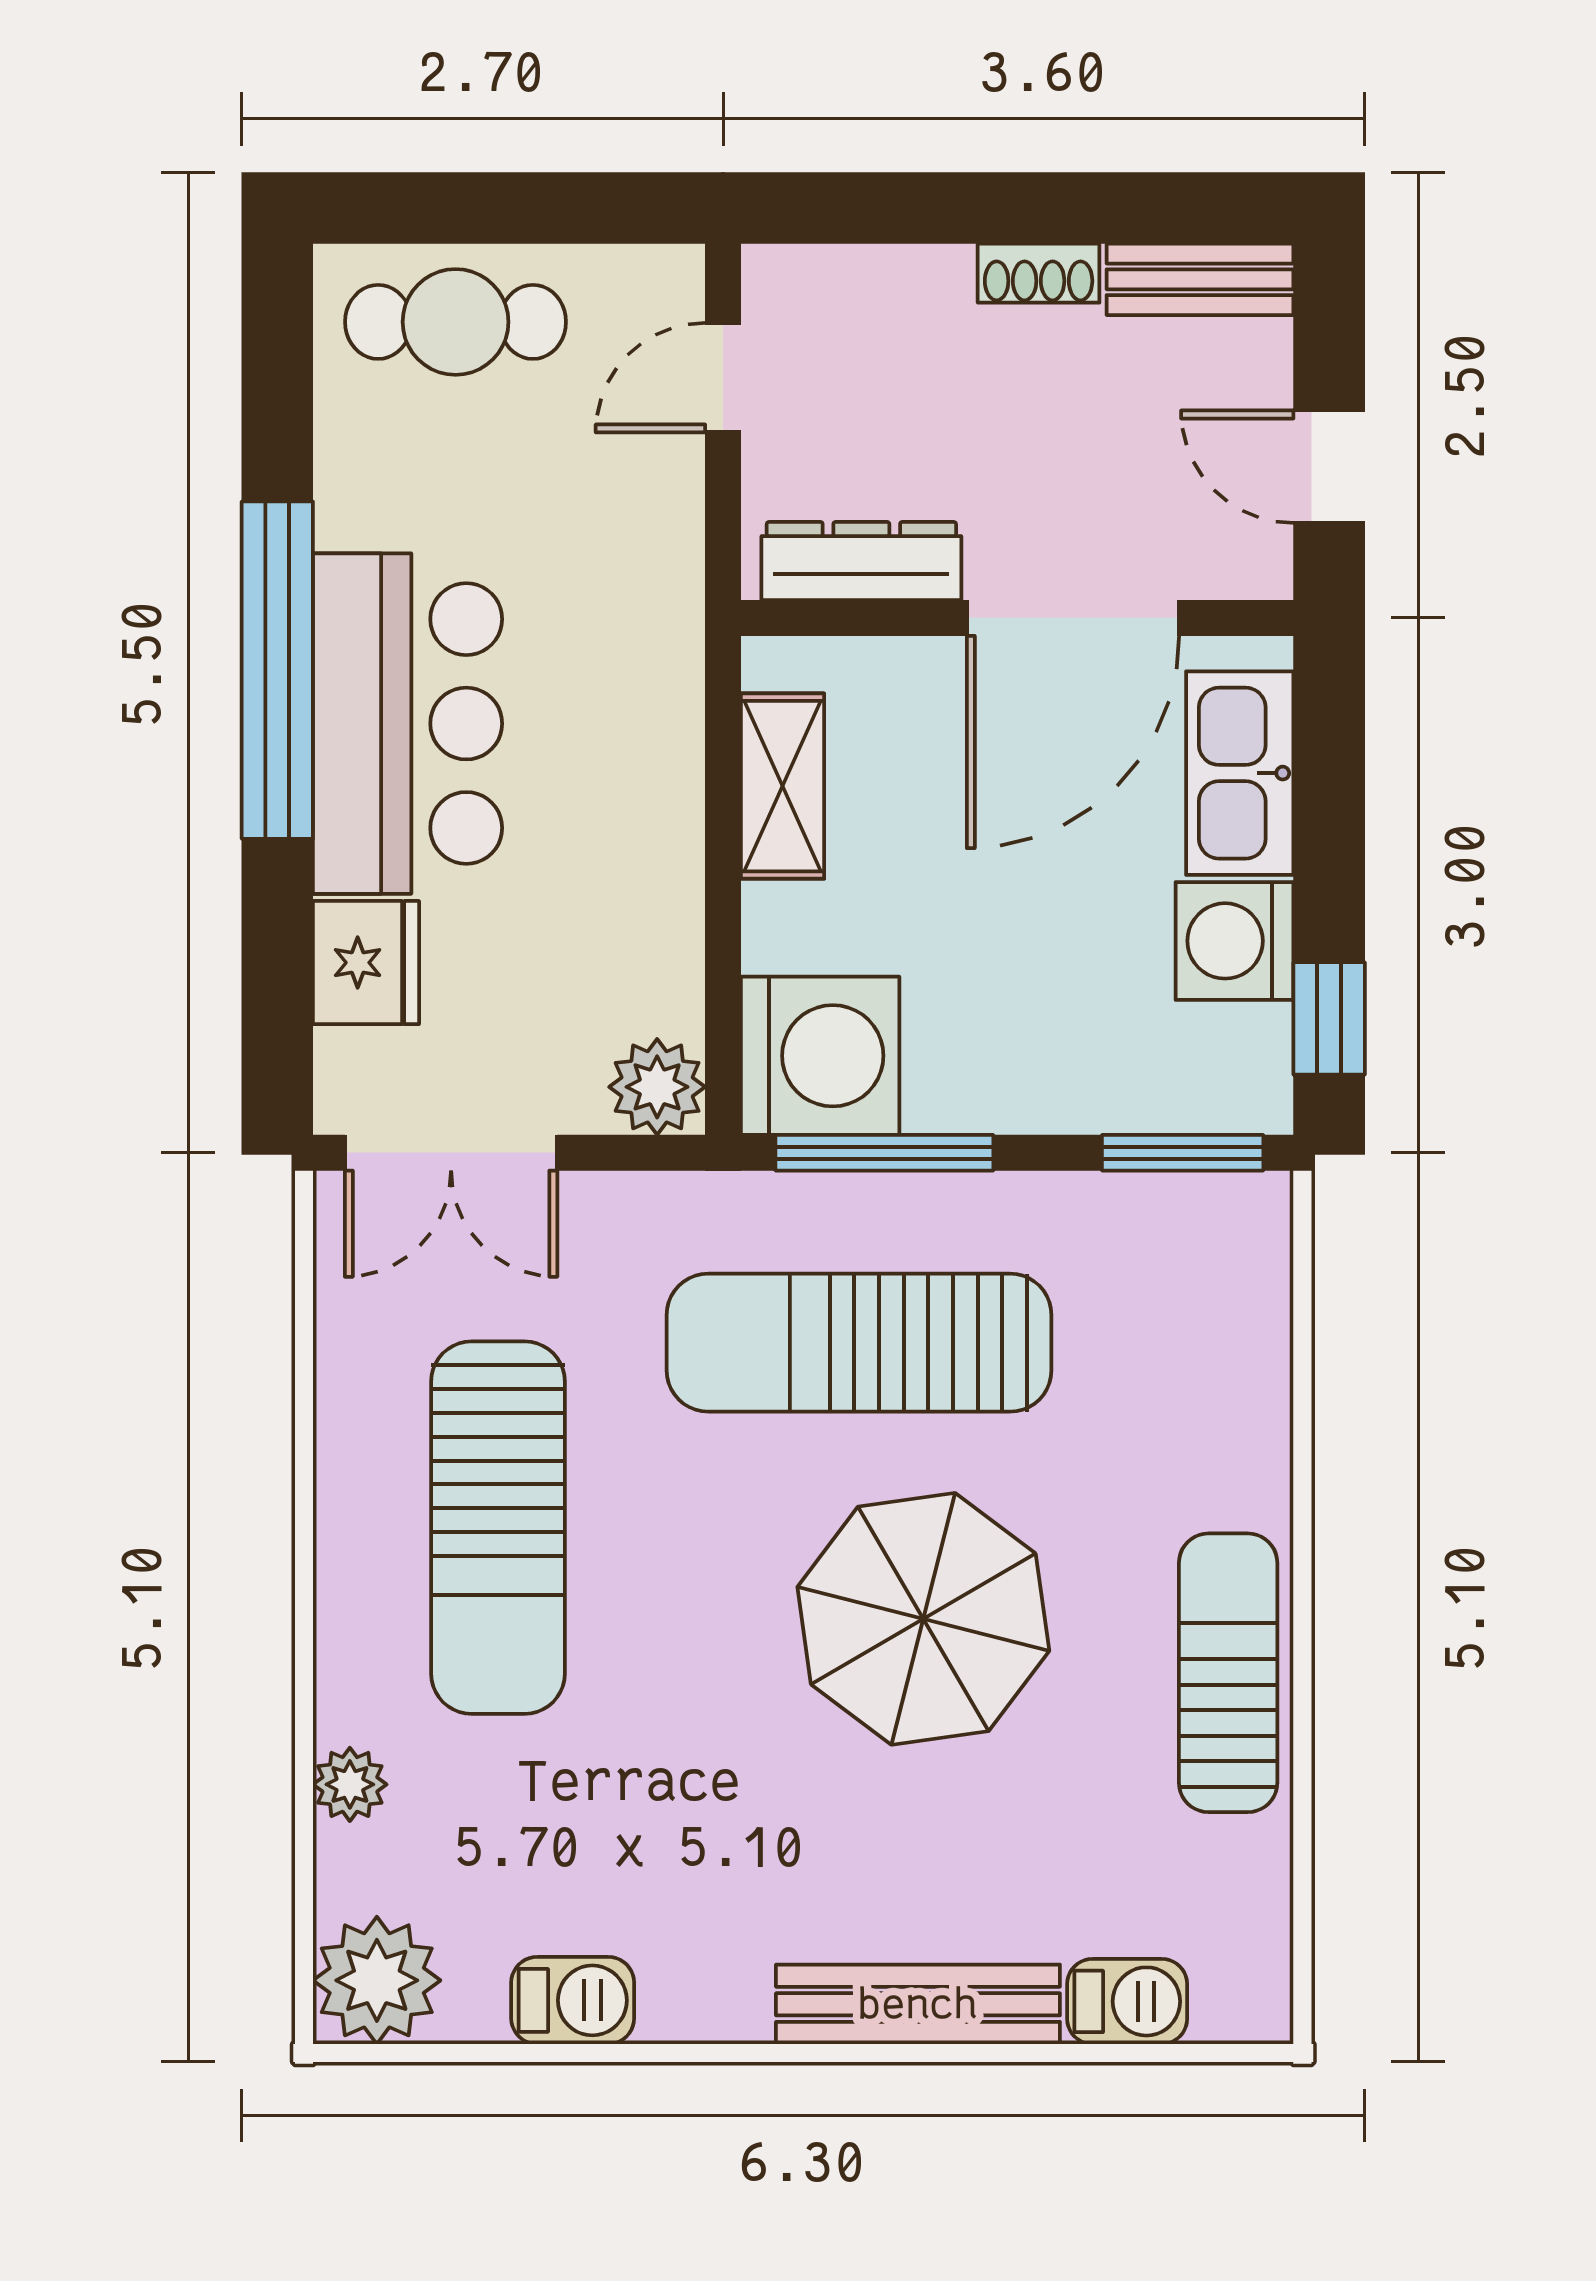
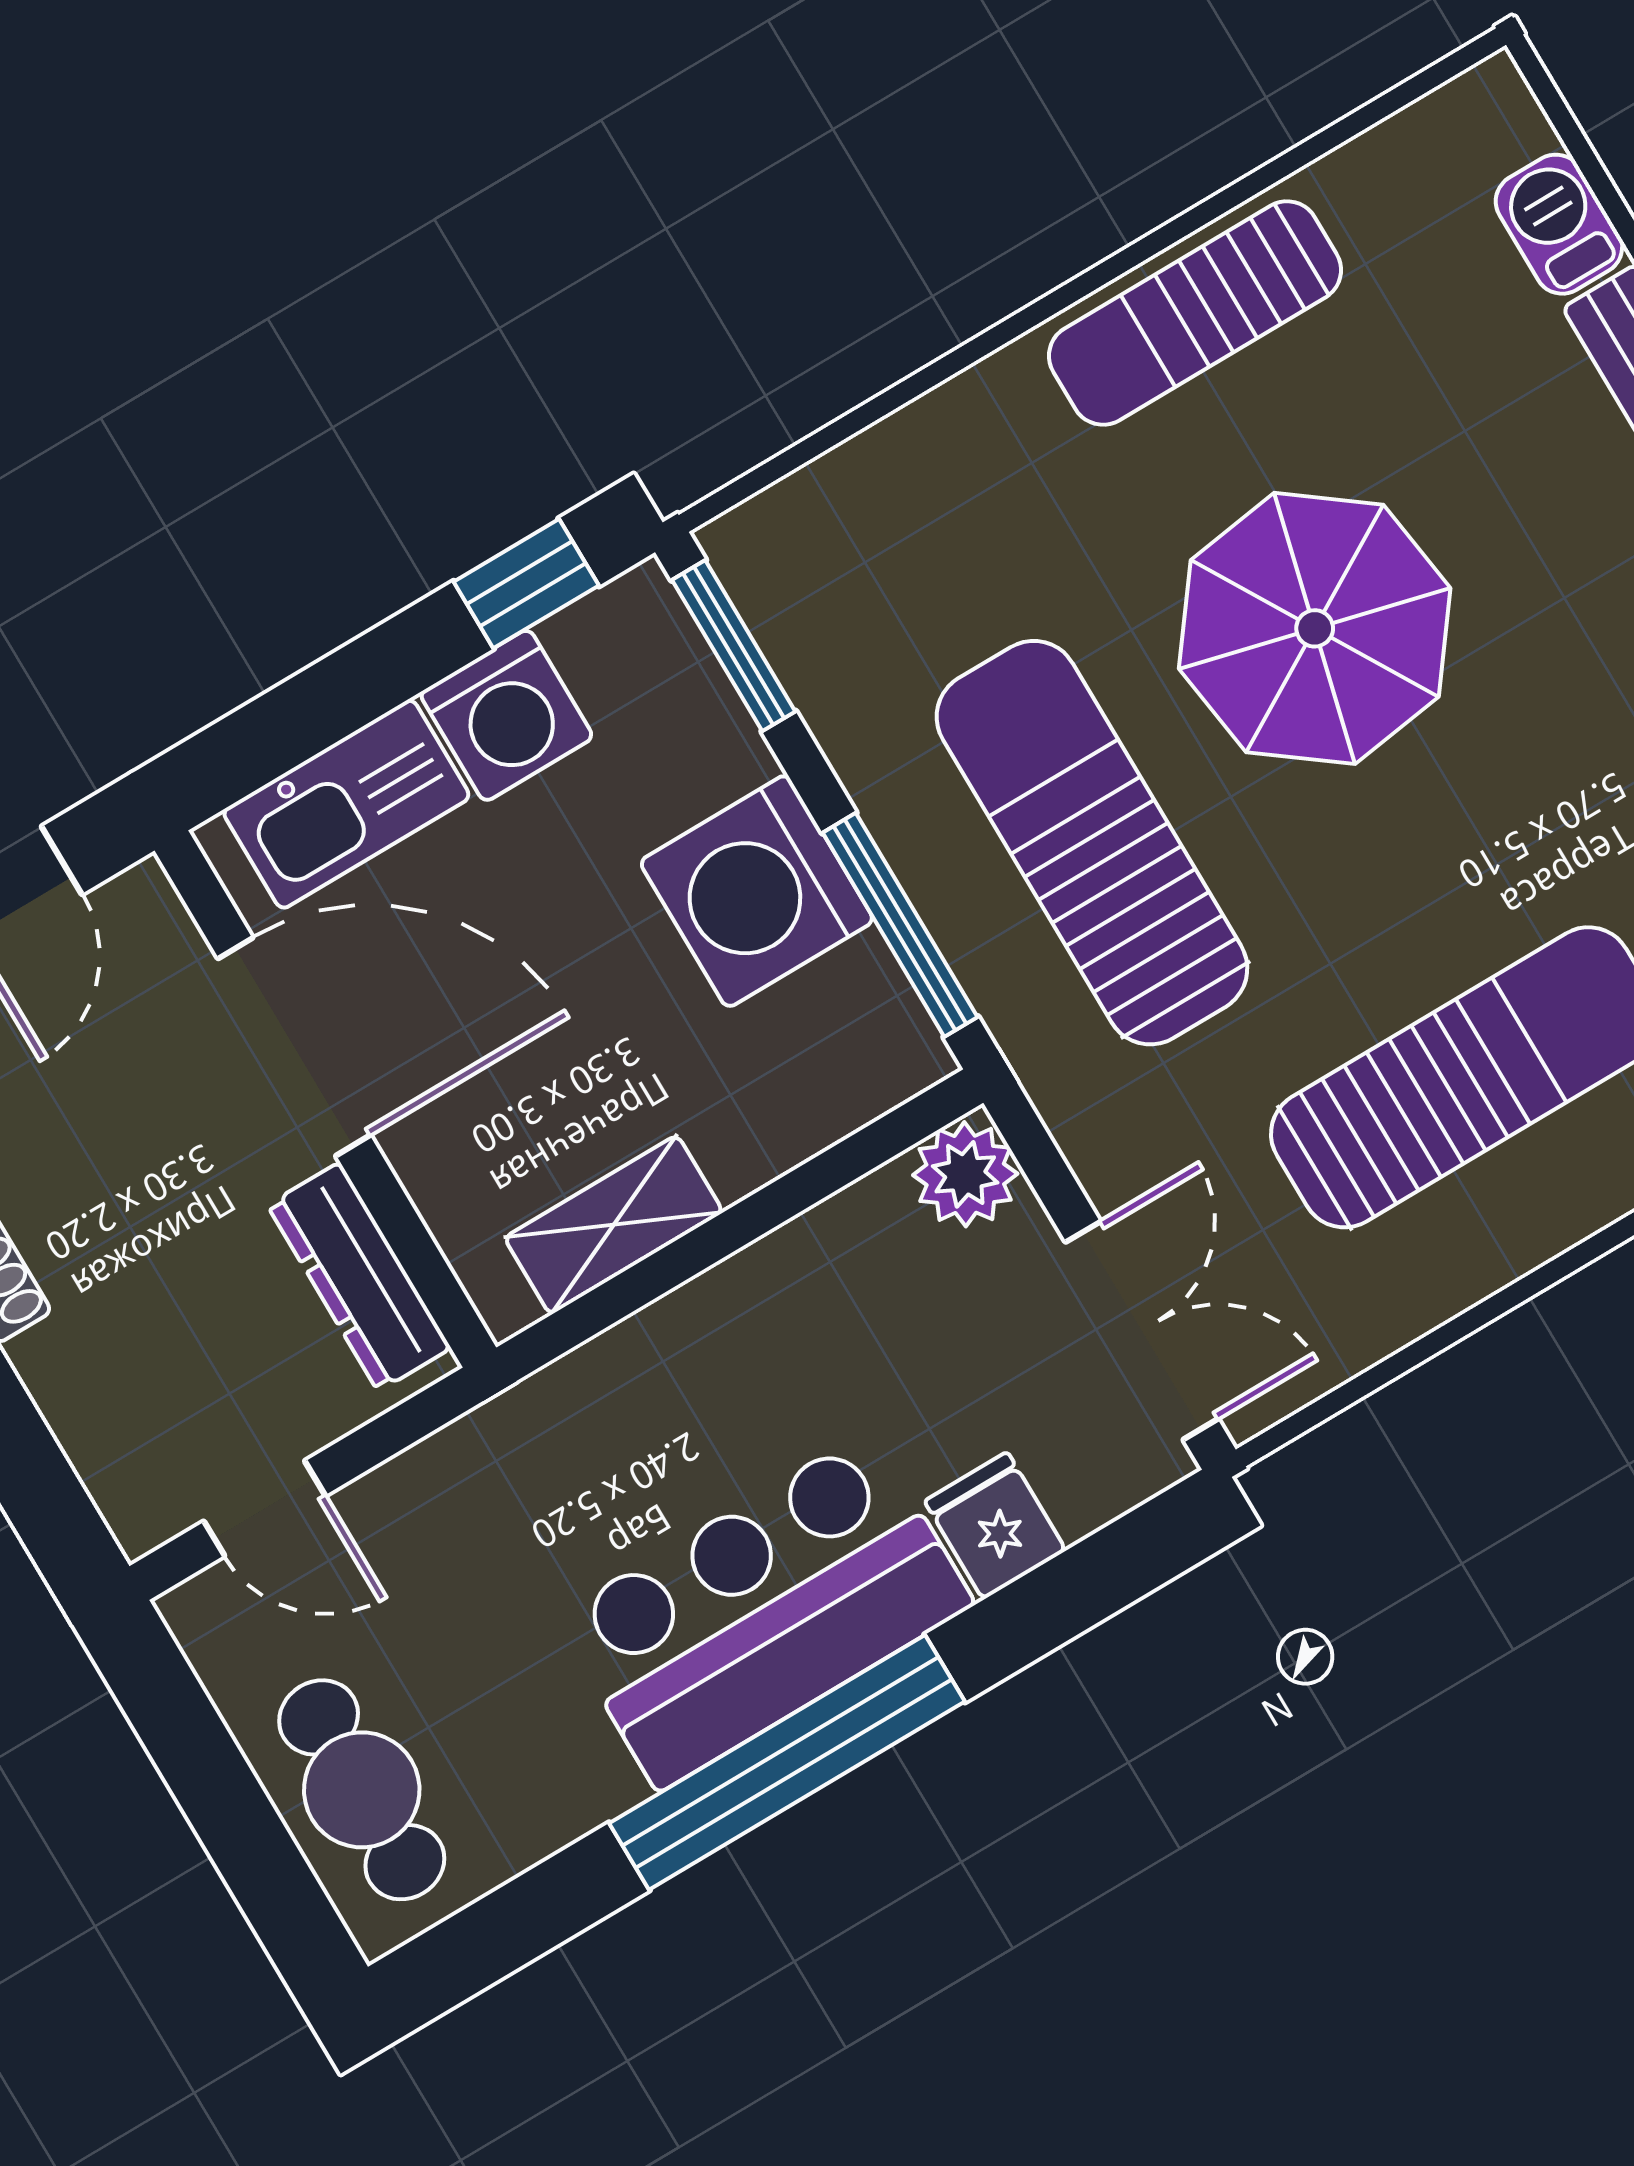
fridge: (366, 963) -> (995, 1526), width x0.72
washing machine: (820, 1056) -> (757, 891), moved, turned -90
sun lounger: (859, 1343) -> (1092, 843), turned 180

